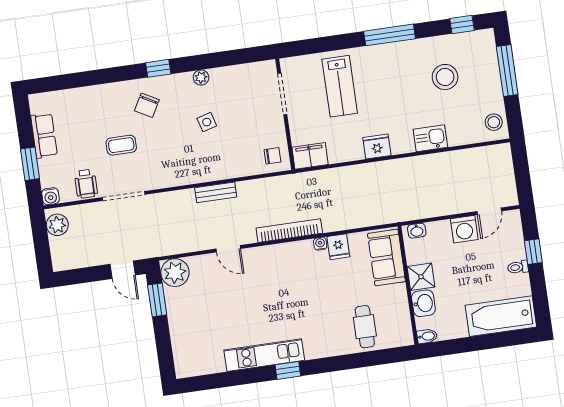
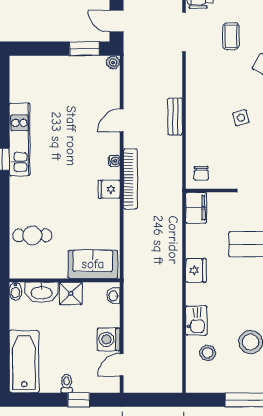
stool: (494, 122) -> (208, 353), moved
door: (489, 211) -> (122, 365), hinge flipped
water cooler: (320, 244) -> (114, 161), moved
fridge: (338, 247) -> (109, 189), moved
door: (123, 270) -> (117, 21), hinge flipped
plant: (175, 273) -> (113, 63), width x0.53, depth x0.53
washbasin: (423, 303) -> (41, 292), width x1.38

